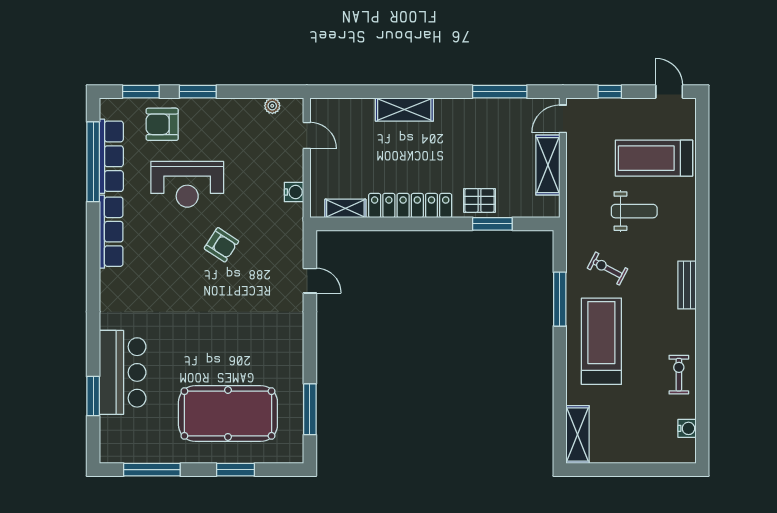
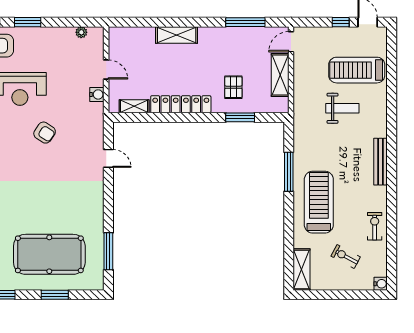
window: (610, 92) -> (341, 22), moved
door: (307, 136) -> (106, 69), moved
pallet: (480, 200) -> (233, 87), moved, turned 90
exercise bike: (608, 268) -> (346, 256), moved
bench: (687, 285) -> (381, 162), width x1.36
water cooler: (687, 428) -> (381, 284), moved

